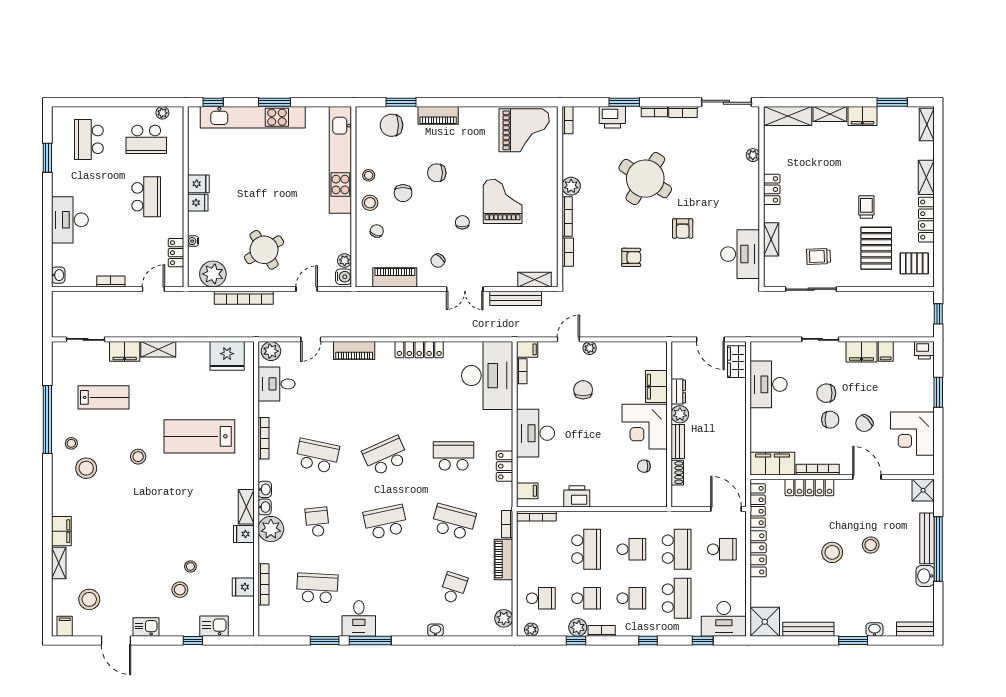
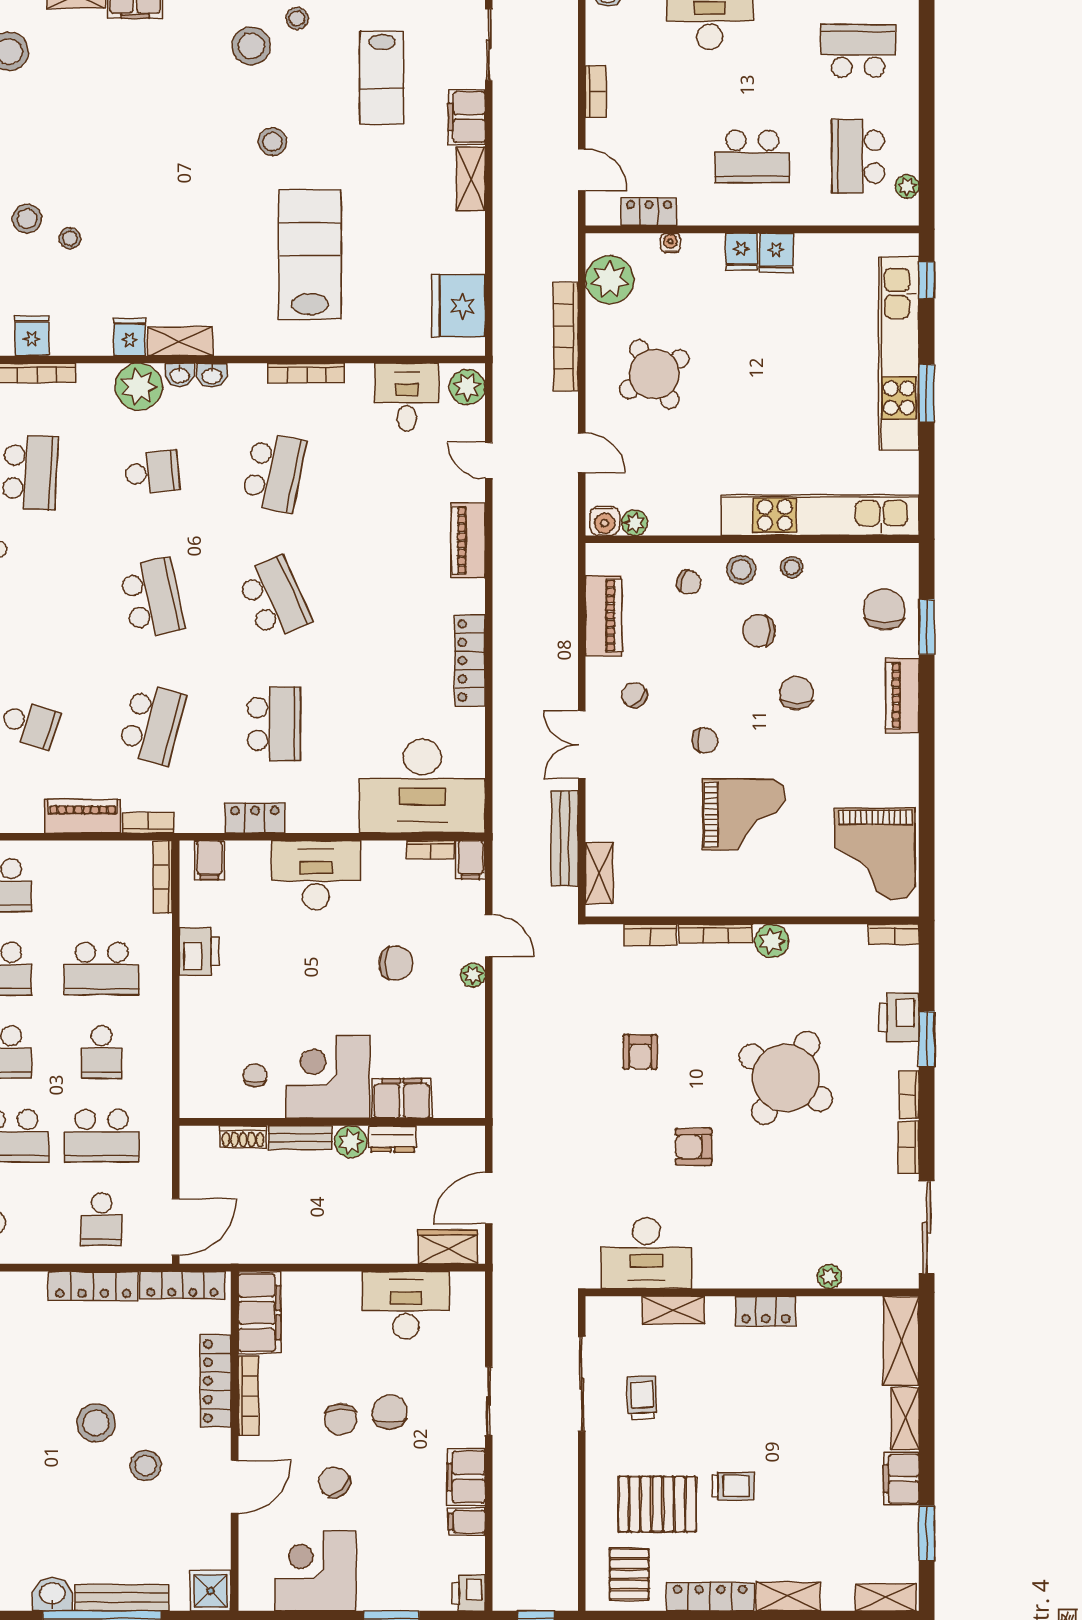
stool: (871, 545) -> (146, 1465), moved

